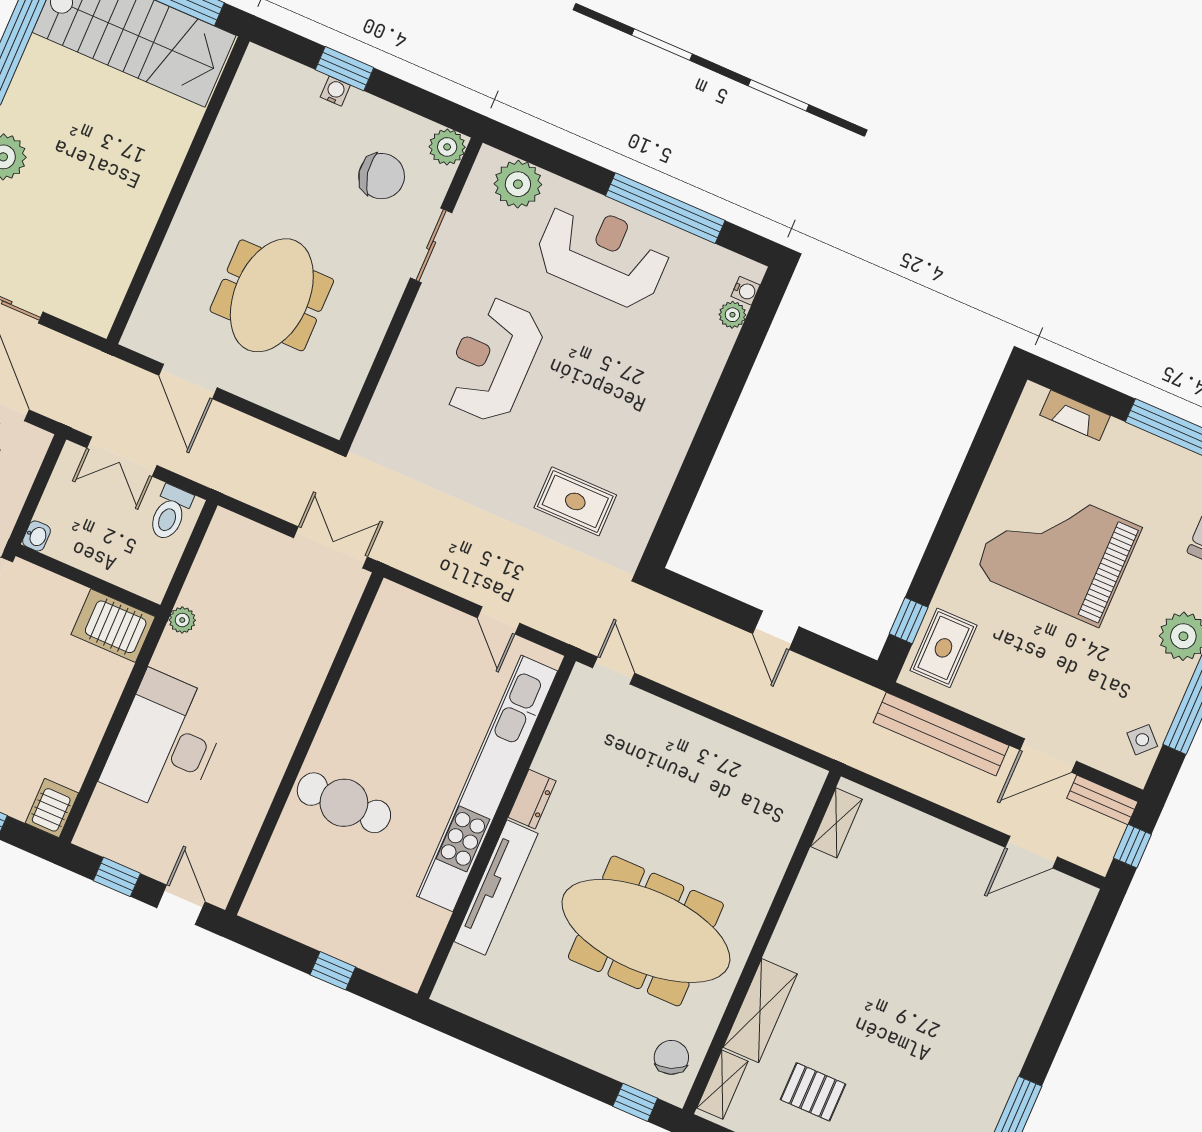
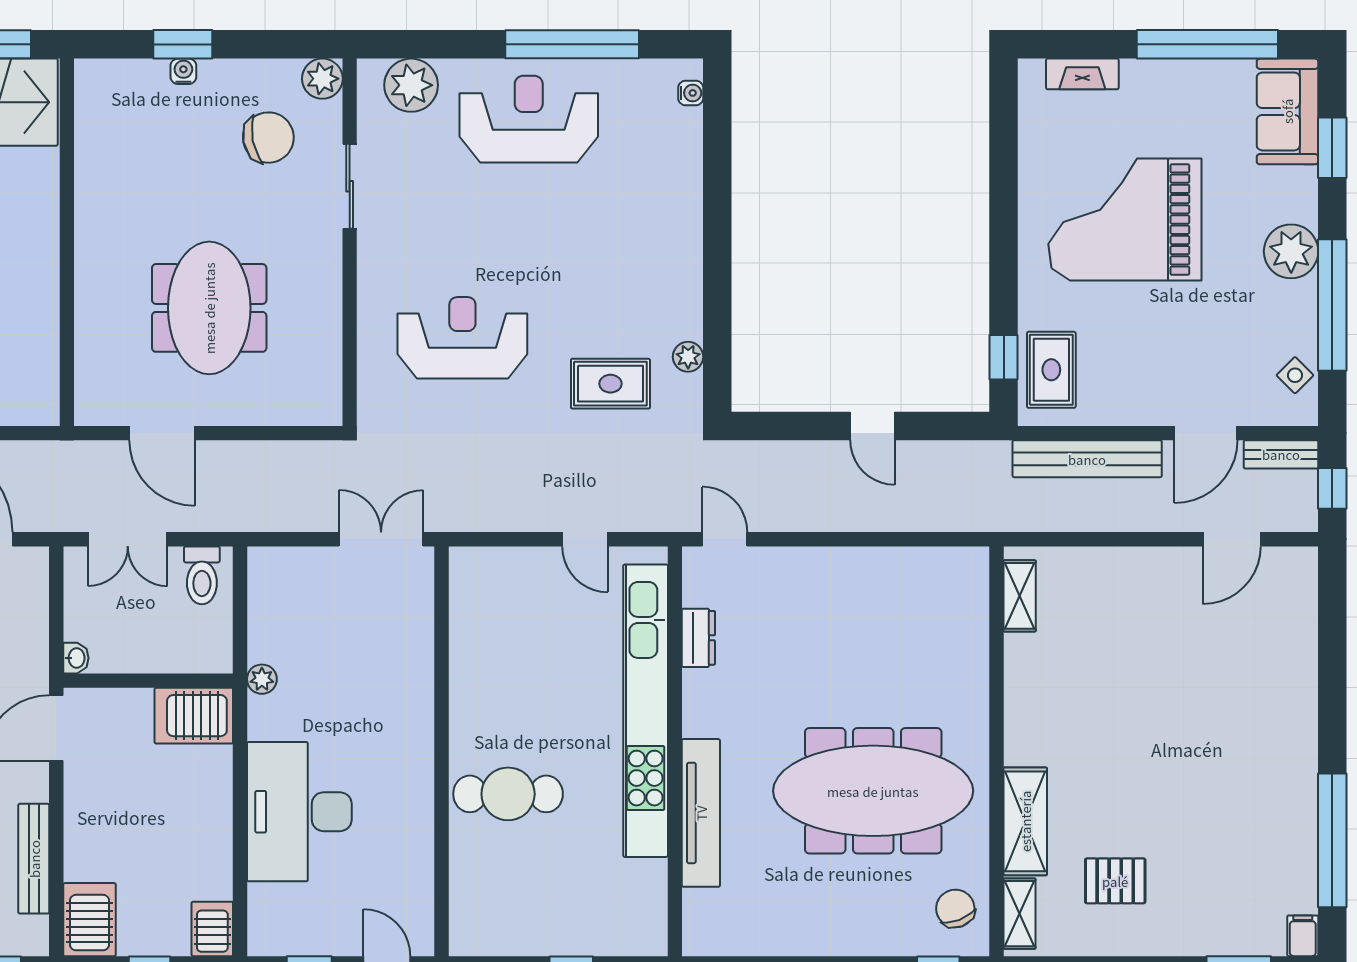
plant: (732, 315) -> (688, 357), moved
reception desk: (493, 360) -> (462, 338), moved, turned 90
dresser: (532, 799) -> (698, 638), moved

